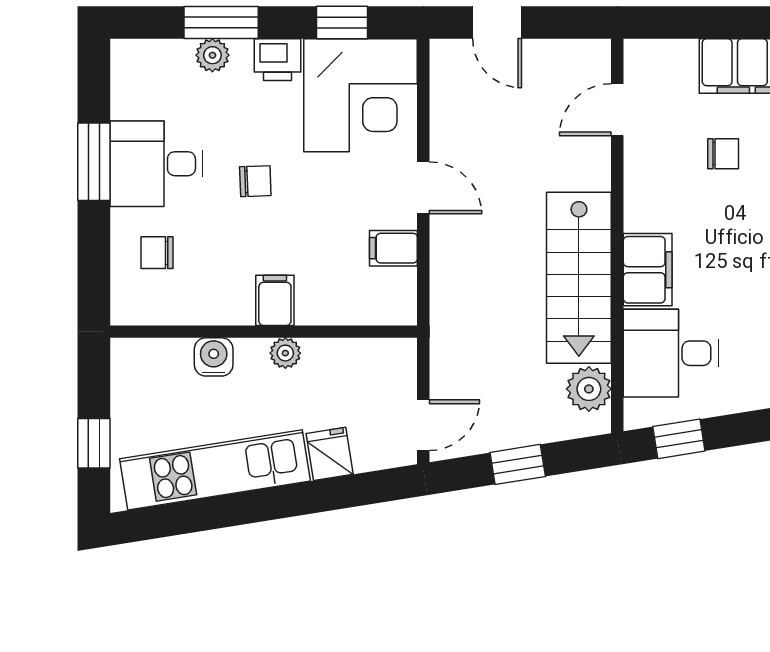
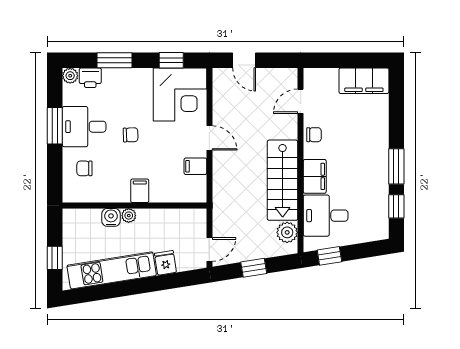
plant: (212, 55) -> (70, 76), moved
printer: (278, 60) -> (90, 78), moved
chair: (723, 154) -> (314, 135), moved
plant: (285, 353) -> (129, 216), moved

